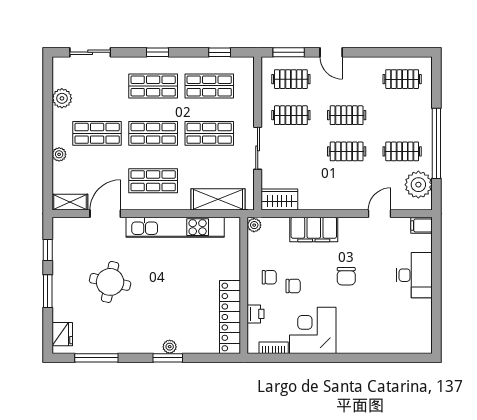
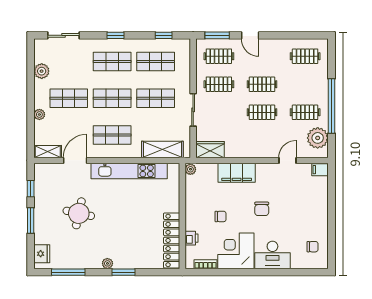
desk: (414, 275) -> (272, 255), moved, turned 90
chair: (269, 277) -> (313, 247), moved
plant: (170, 347) -> (107, 263), moved

